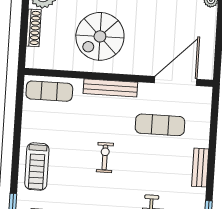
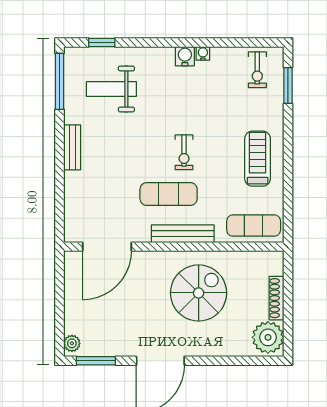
exercise mat: (160, 125) -> (169, 194), moved
treadmill: (37, 167) -> (258, 159), moved

